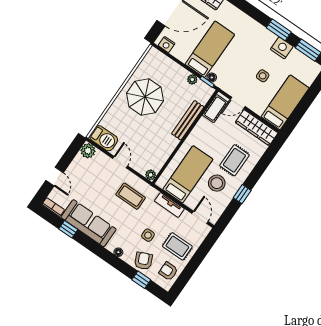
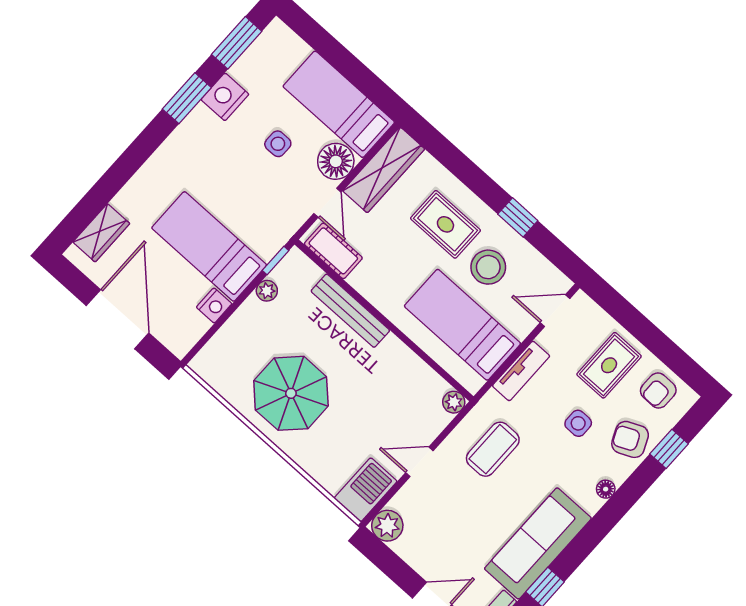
nightstand: (167, 45) -> (214, 305), moved
floor lamp: (212, 77) -> (336, 161), moved, width x1.89, depth x1.89

